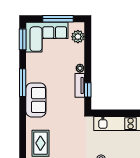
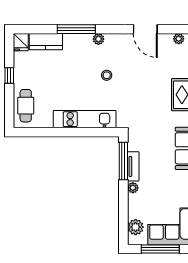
window: (88, 90) -> (123, 161), width x2.17

